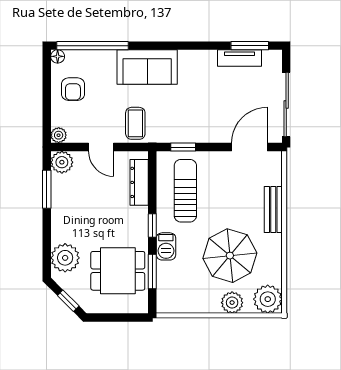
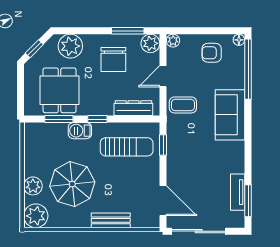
chair: (81, 206) -> (113, 59), added

